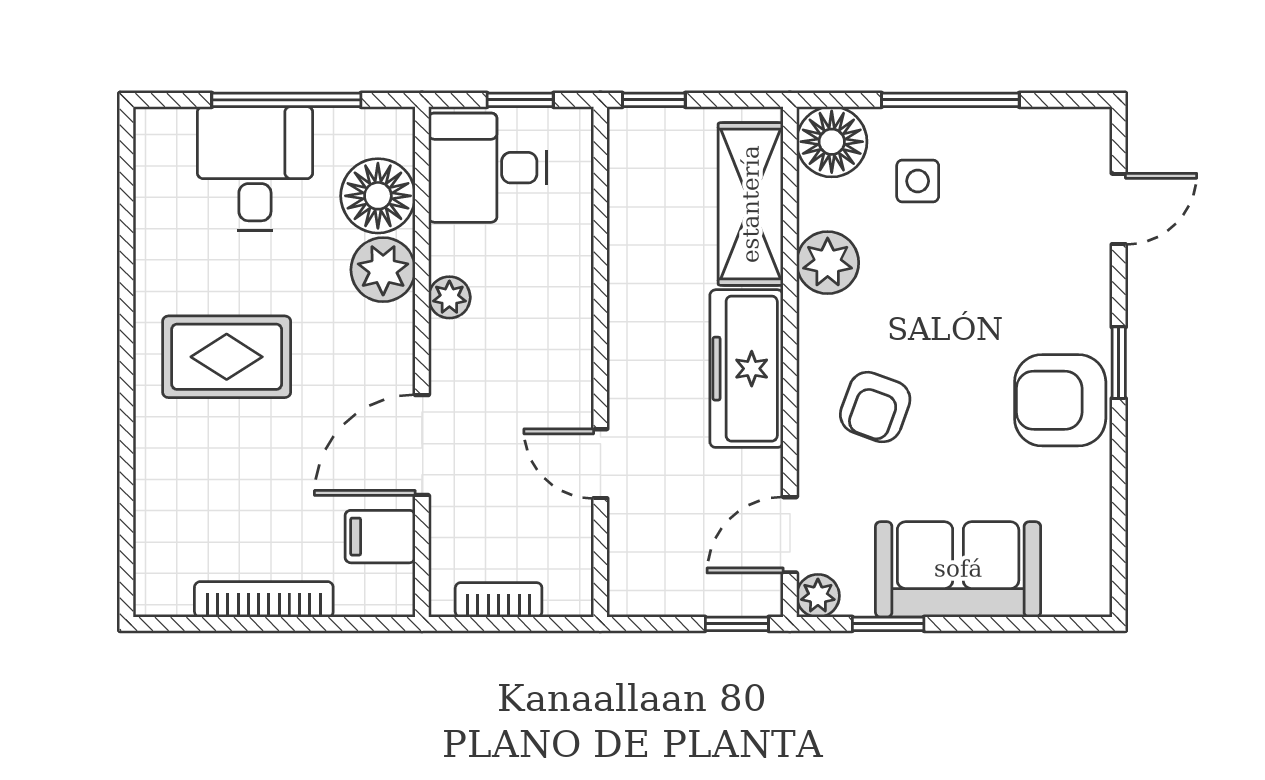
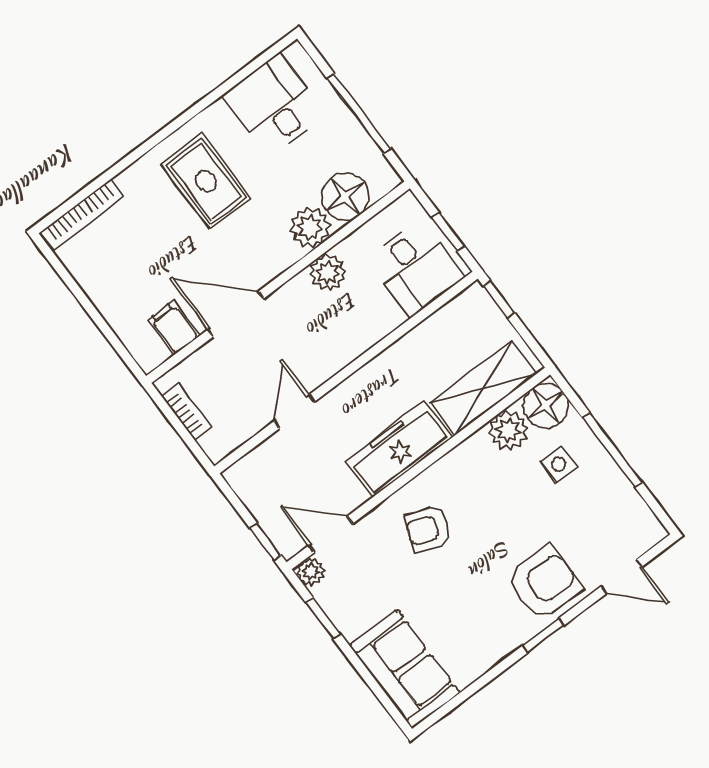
desk: (487, 168) -> (416, 268), moved, turned 180
desk: (255, 169) -> (274, 105), moved, turned -90
plant: (828, 263) -> (508, 431), moved
plant: (449, 297) -> (328, 272), width x1.38, depth x1.38
armchair: (1060, 400) -> (544, 583), moved, turned 90
sofa: (958, 569) -> (405, 669), moved
bookcase: (264, 599) -> (82, 215), moved, turned 90

